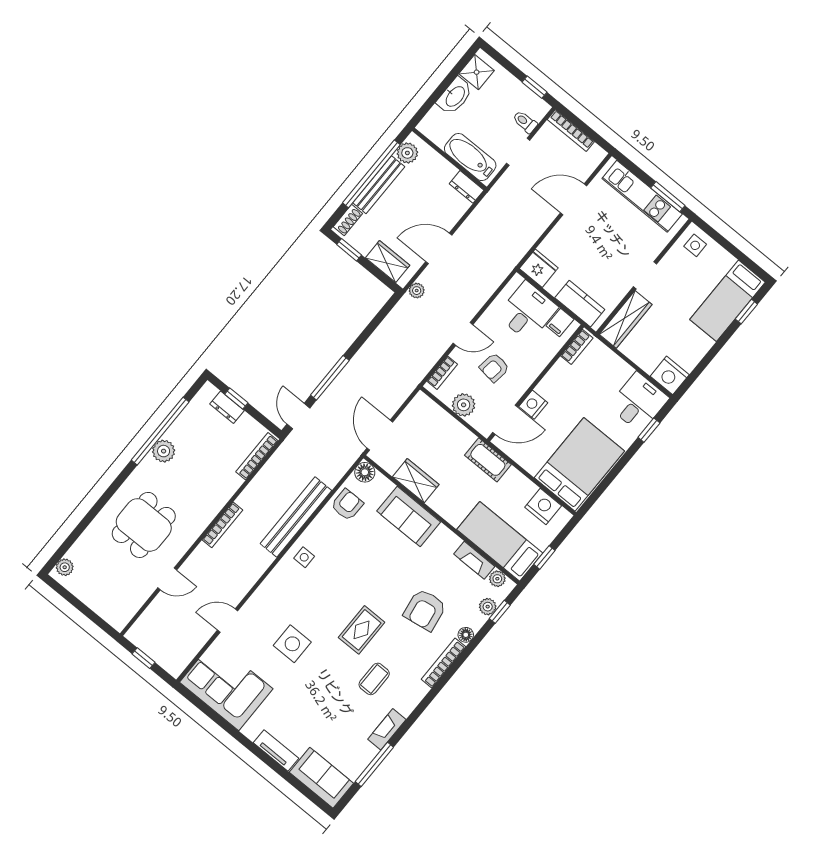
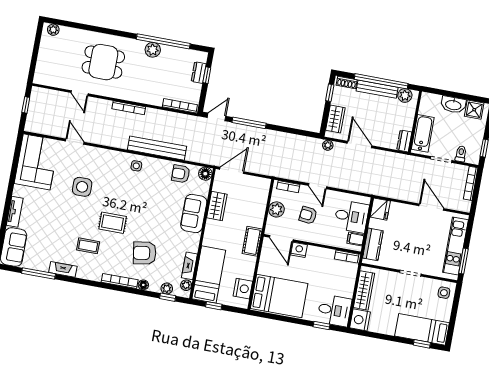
wardrobe: (626, 319) -> (364, 290), moved, turned -90
armchair: (347, 505) -> (181, 174), turned 180

